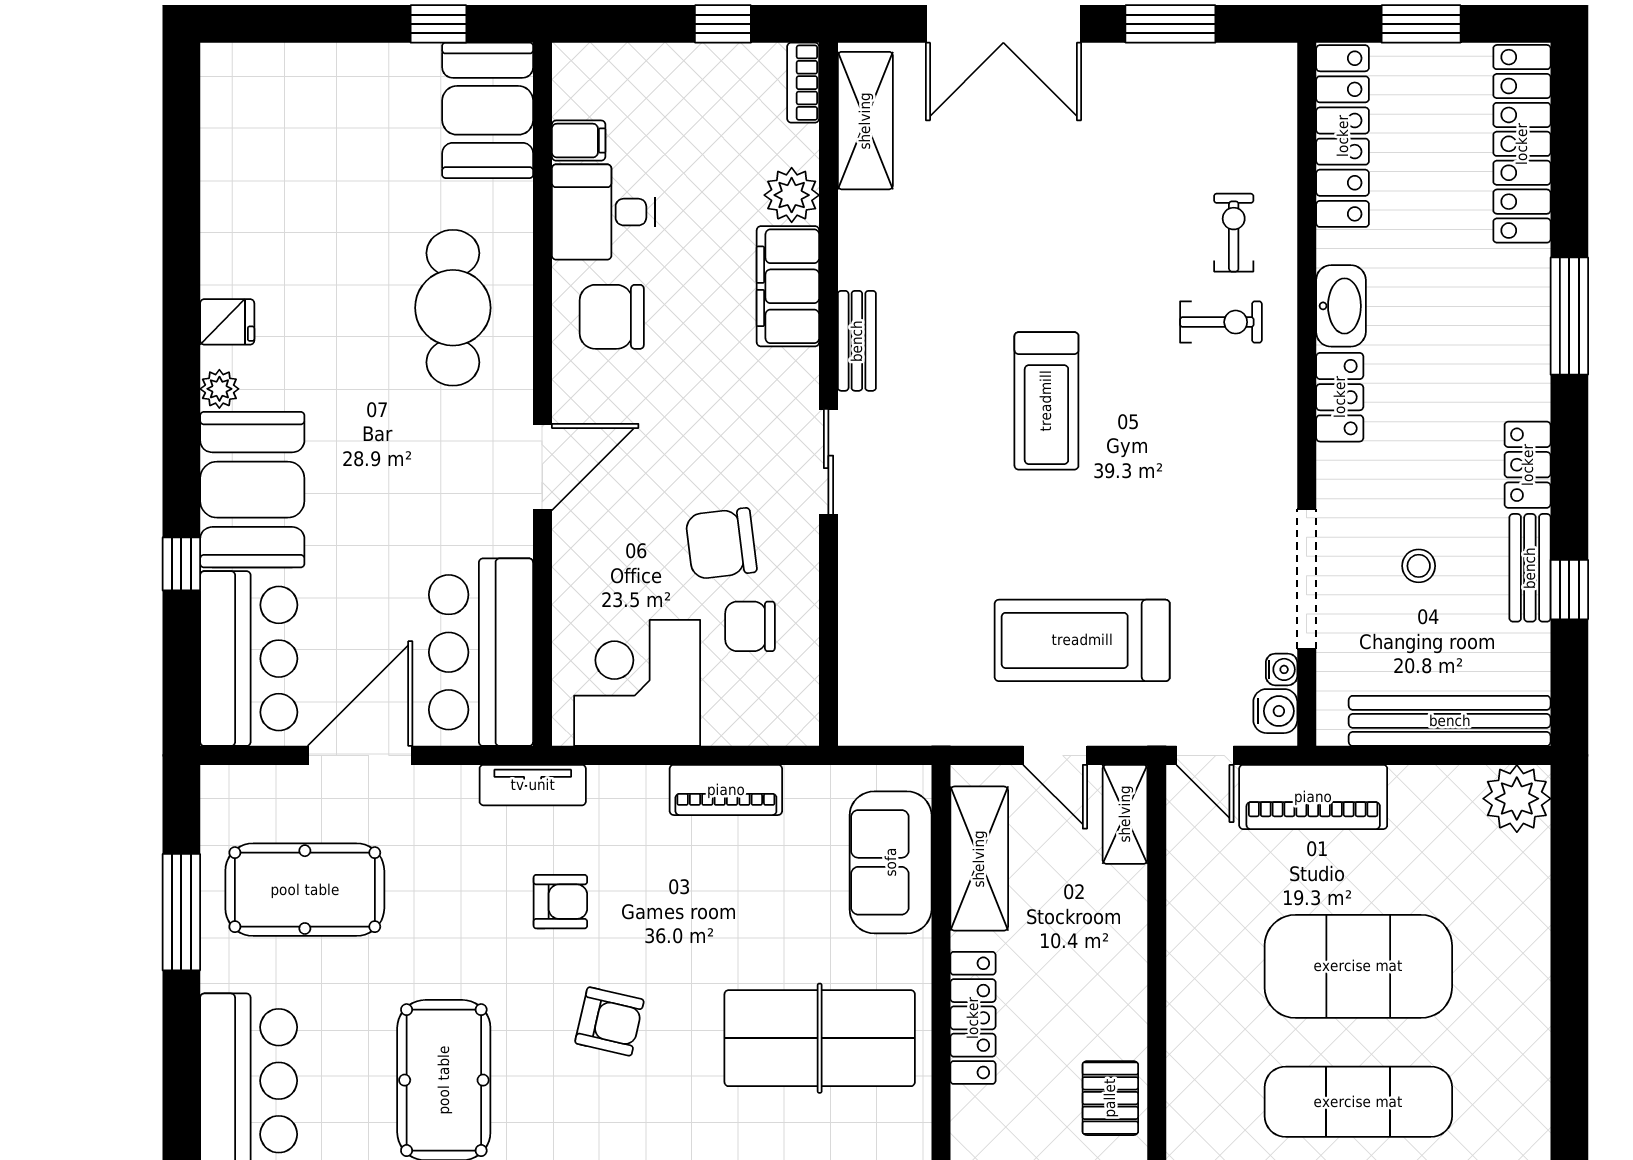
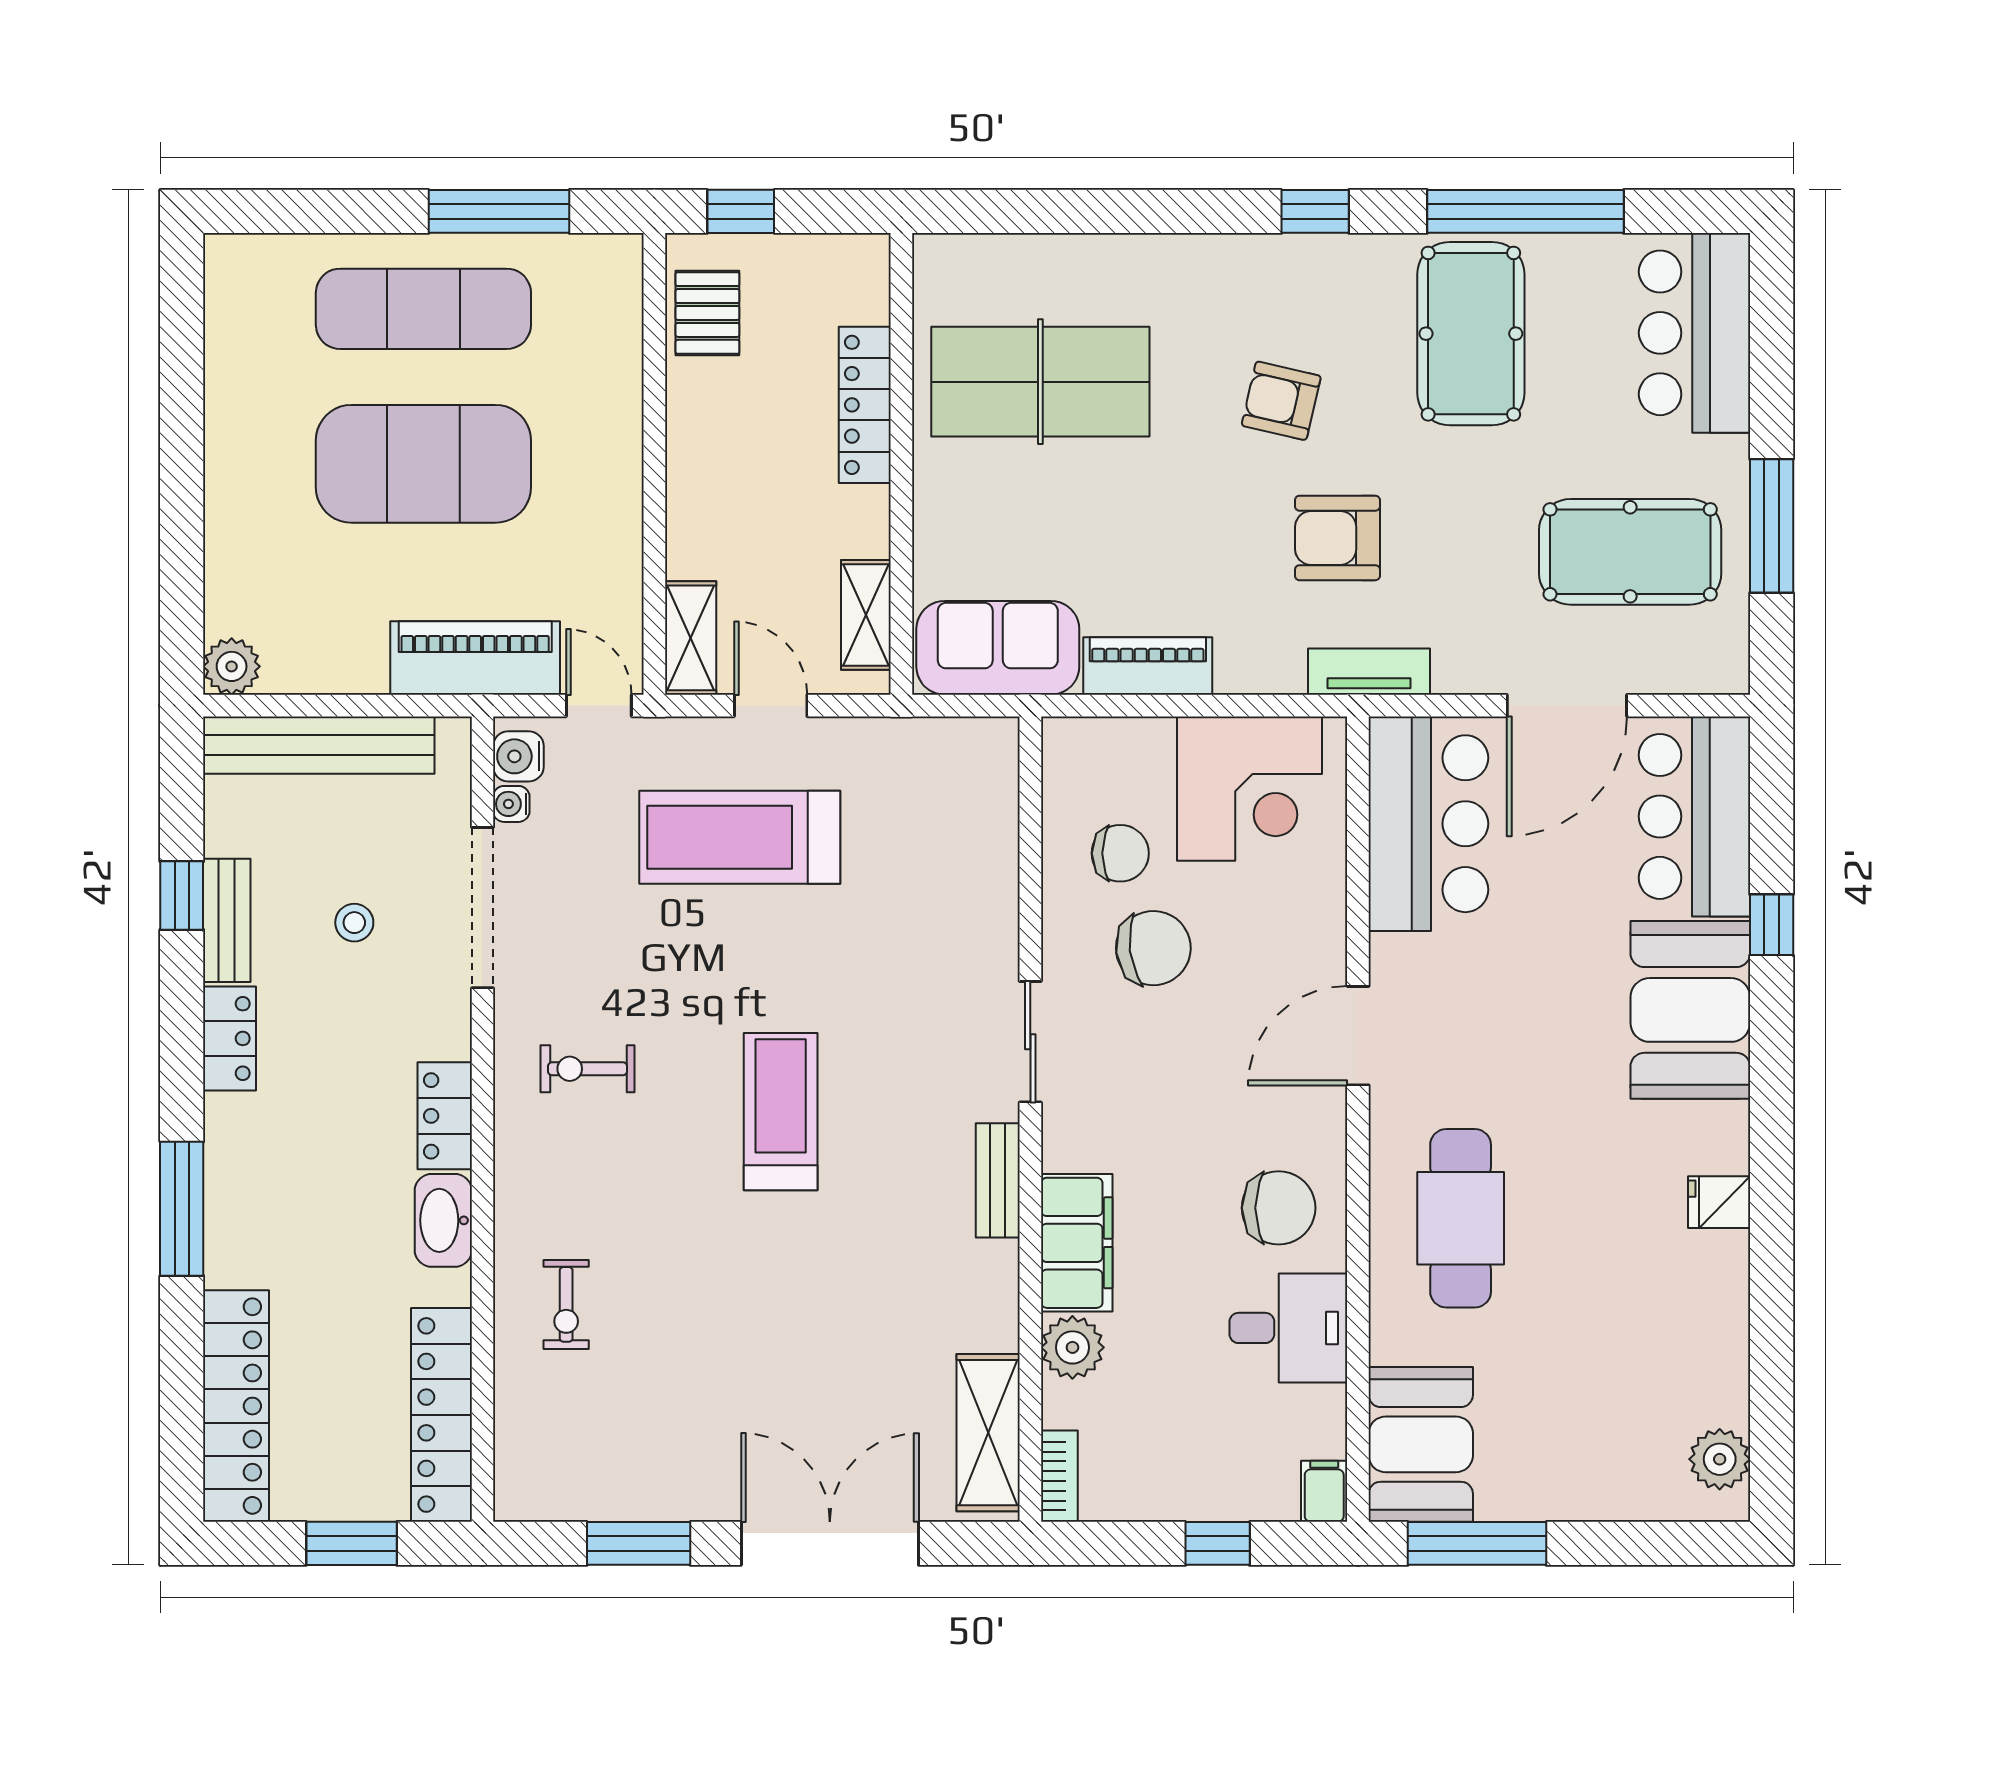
window: (438, 24) -> (1477, 1543), width x2.17
window: (723, 24) -> (1218, 1543), moved
filing cabinet: (579, 141) -> (1324, 1491), moved, turned 90
exercise bike: (1221, 322) -> (588, 1069), moved
plant: (219, 389) -> (1720, 1459), moved, width x1.38, depth x1.38
treadmill: (1082, 640) -> (740, 837), turned 180
plant: (1517, 799) -> (232, 666), width x0.73, depth x0.73
shelving: (979, 859) -> (866, 615), width x0.67, depth x0.75
sofa: (891, 862) -> (998, 648), moved, turned -90
armchair: (560, 902) -> (1337, 538), width x1.38, depth x1.38

